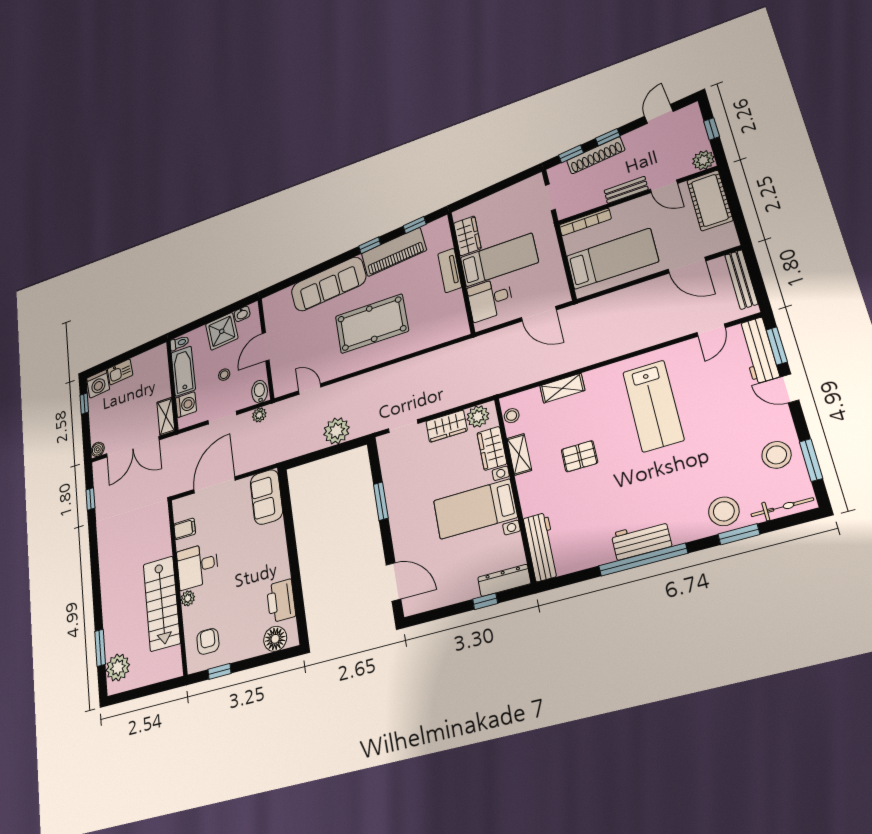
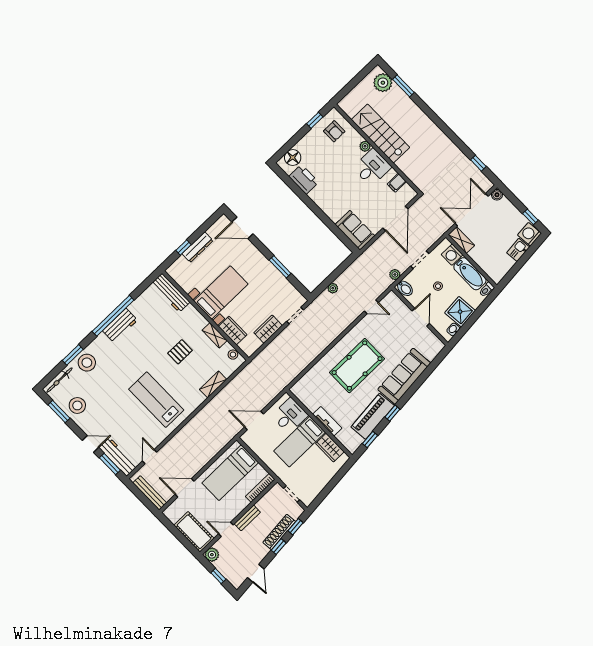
plant: (478, 416) -> (253, 344), removed
plant: (337, 431) -> (333, 288), width x0.53, depth x0.53
dresser: (504, 580) -> (198, 247), moved

